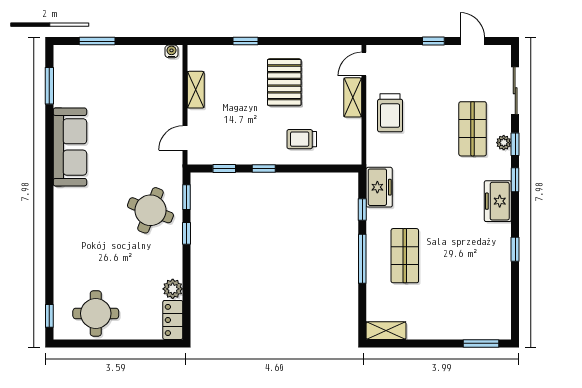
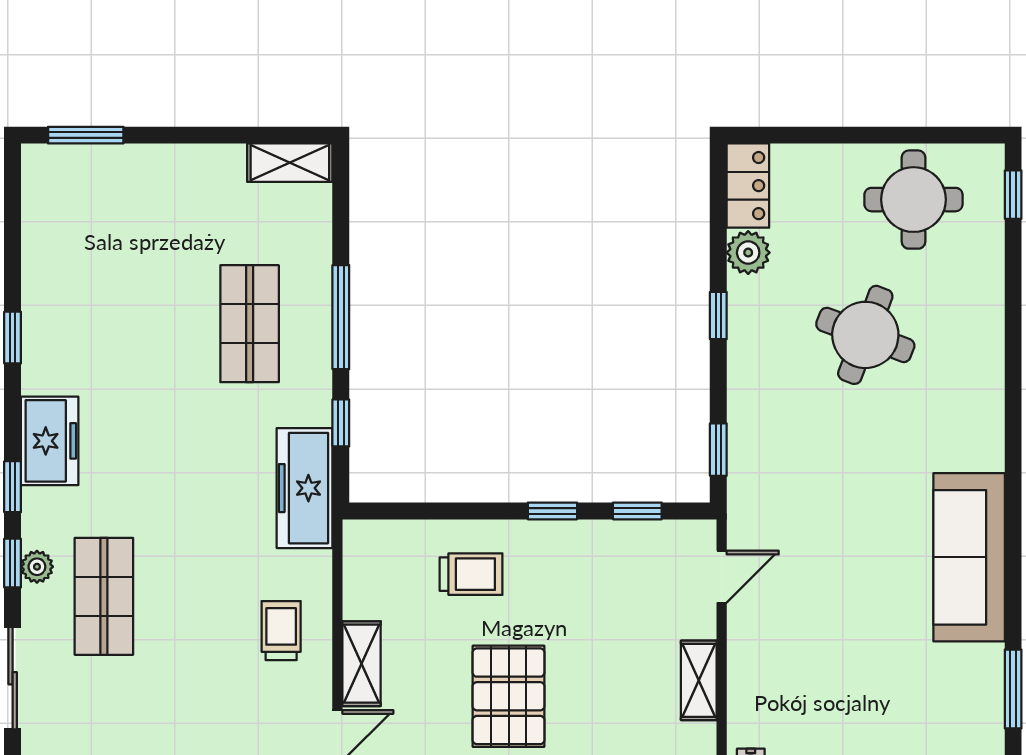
trolley: (390, 113) -> (281, 631), width x0.73, depth x0.72
freezer: (379, 187) -> (305, 488), width x1.40
round table: (150, 210) -> (865, 335), moved
window: (187, 233) -> (718, 316), moved

